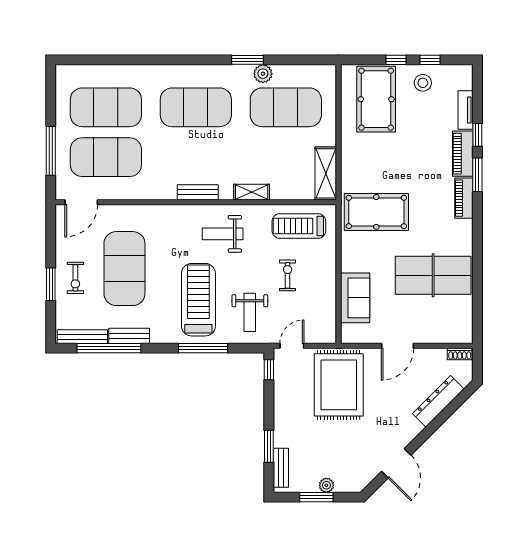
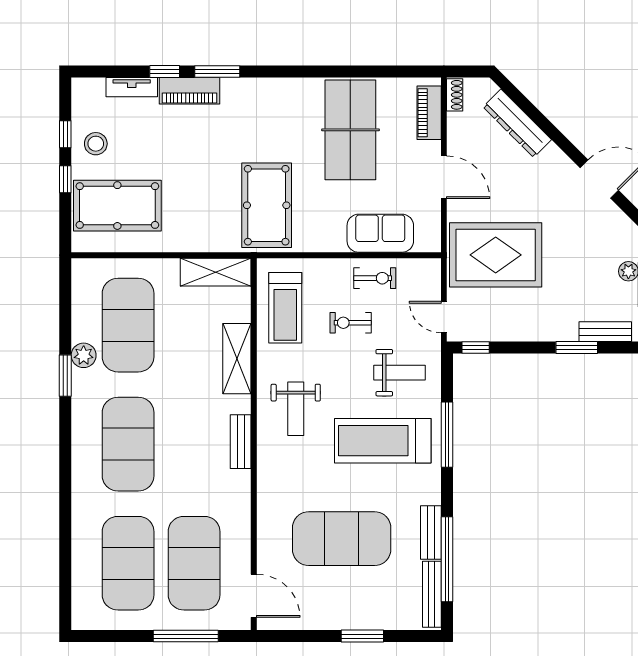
shelving: (252, 192) -> (237, 359), width x1.50, depth x1.33
piano: (464, 198) -> (429, 113), moved, turned 90
exercise bike: (75, 278) -> (375, 278), moved

